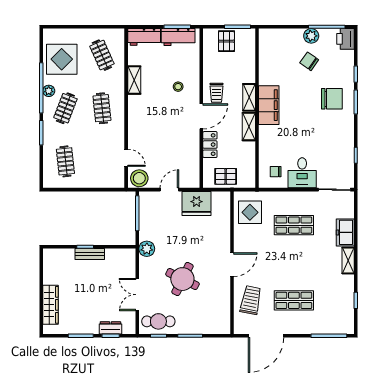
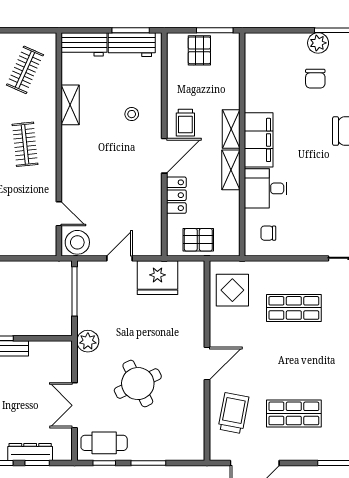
clothes rail: (102, 55) -> (25, 70), turned 48
chair: (309, 61) -> (315, 79), turned -125
desk: (302, 173) -> (266, 188), moved, turned 90
round table: (182, 279) -> (138, 384), turned 38
dresser: (110, 328) -> (30, 452), width x1.44

